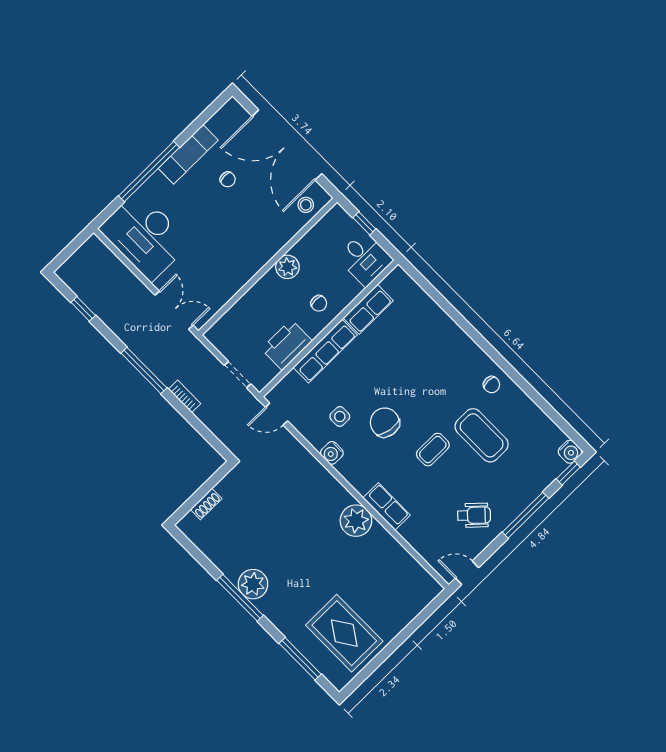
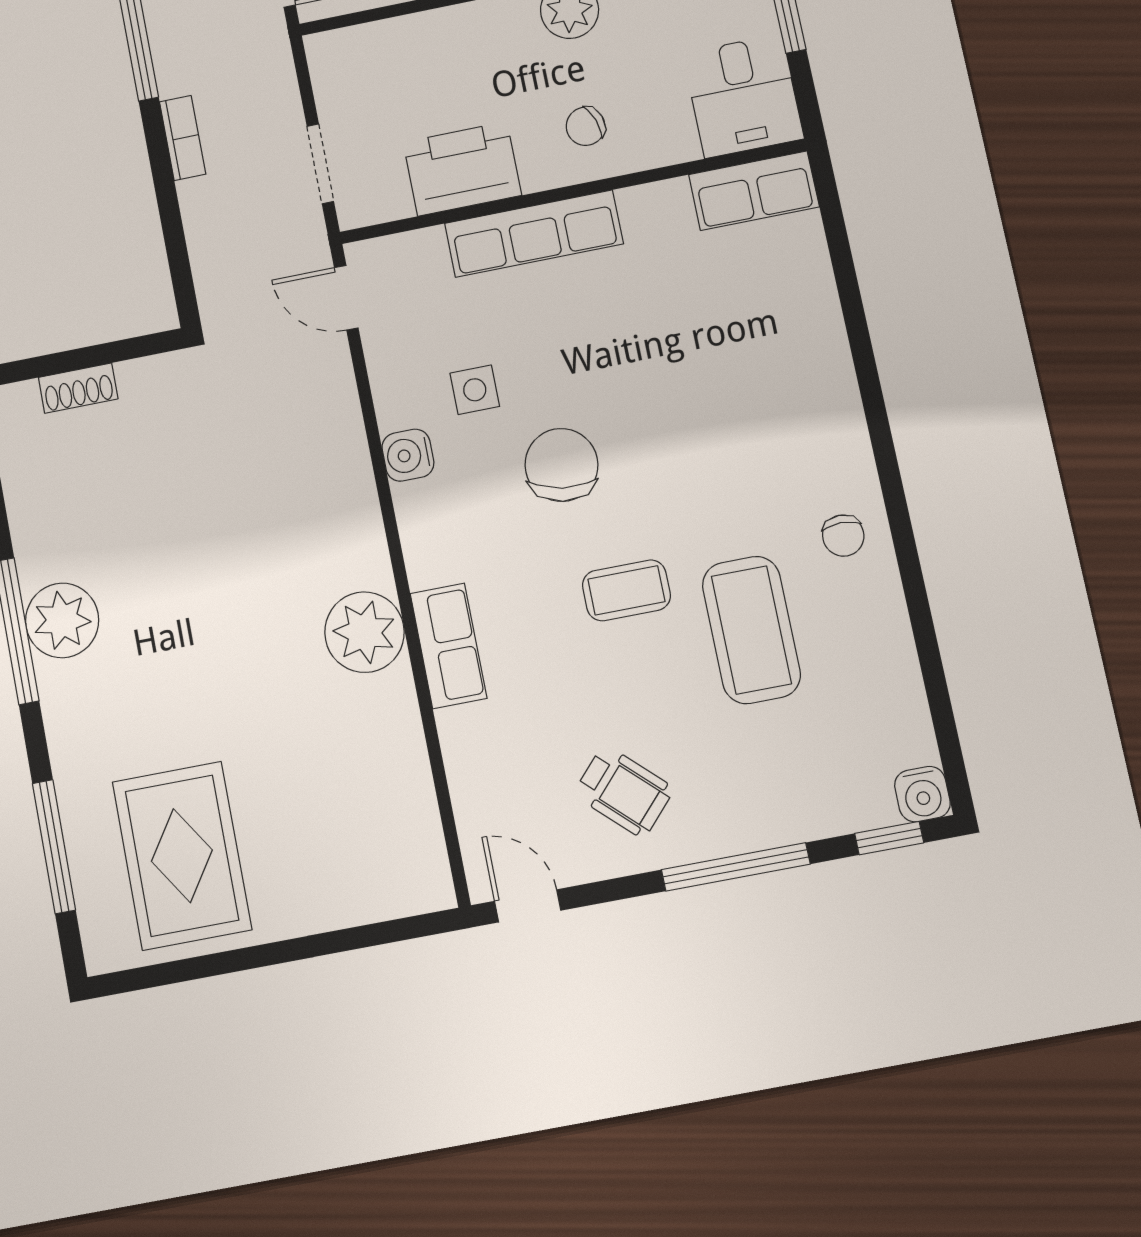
chair: (319, 303) -> (586, 126), turned 71
row of seats: (368, 309) -> (754, 191), moved

